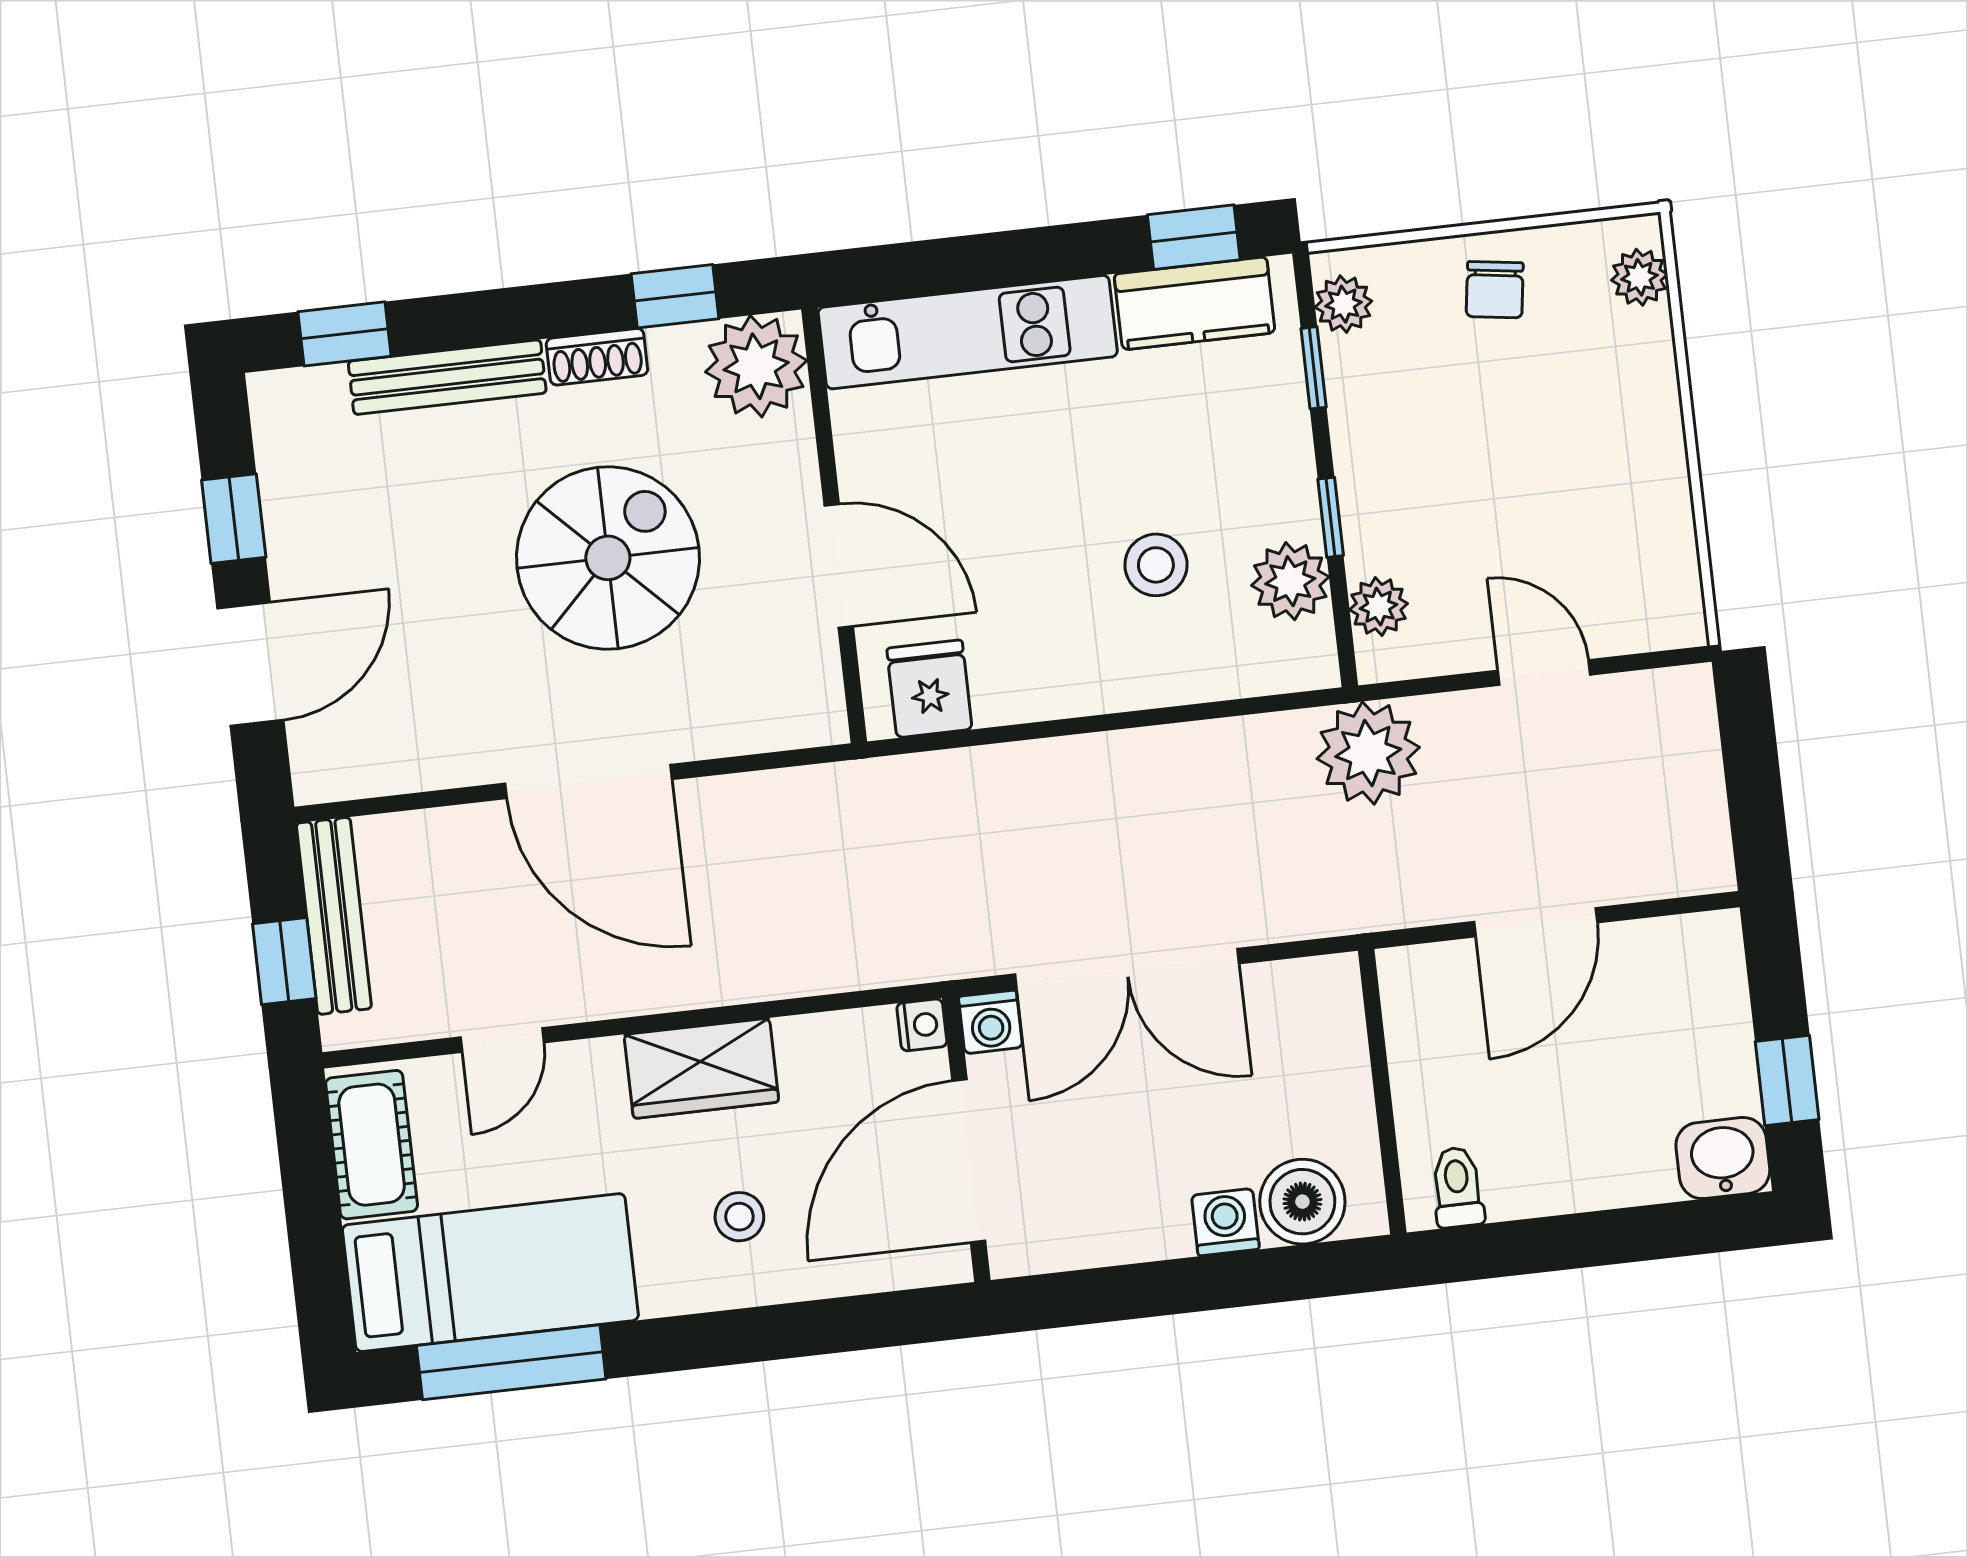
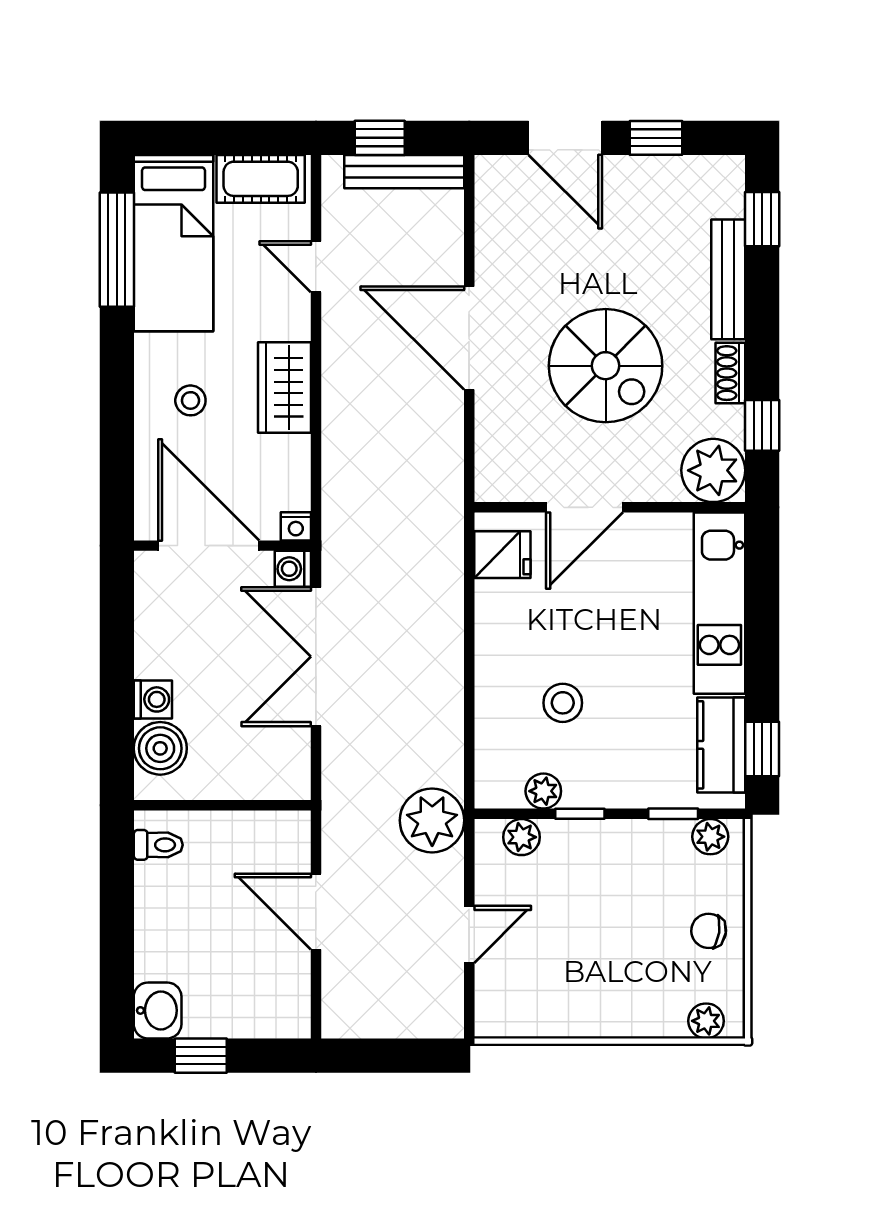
plant: (1290, 581) -> (543, 791), width x0.73, depth x0.73
door: (588, 781) -> (469, 338), hinge flipped

